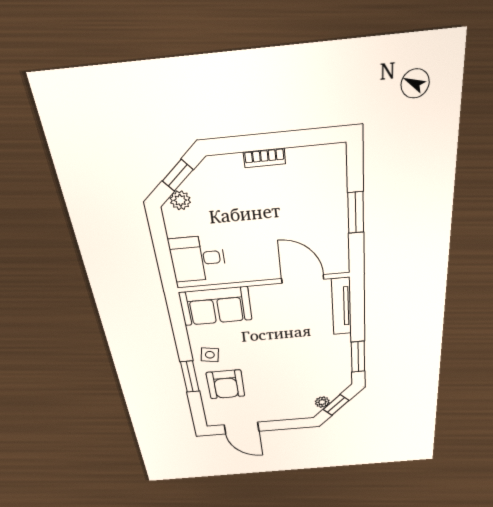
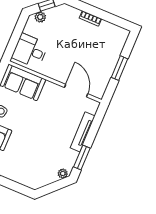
tv unit: (342, 306) -> (83, 132), moved
plant: (322, 402) -> (63, 174), moved
window: (336, 405) -> (53, 187), removed

